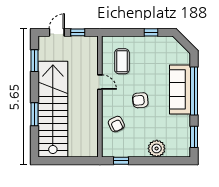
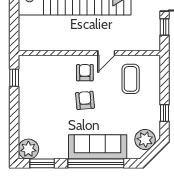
plant: (174, 49) -> (145, 140), added
coffee table: (122, 61) -> (131, 79), turned 90
armchair: (116, 124) -> (85, 73), moved, turned 115
plant: (157, 148) -> (28, 149), moved

